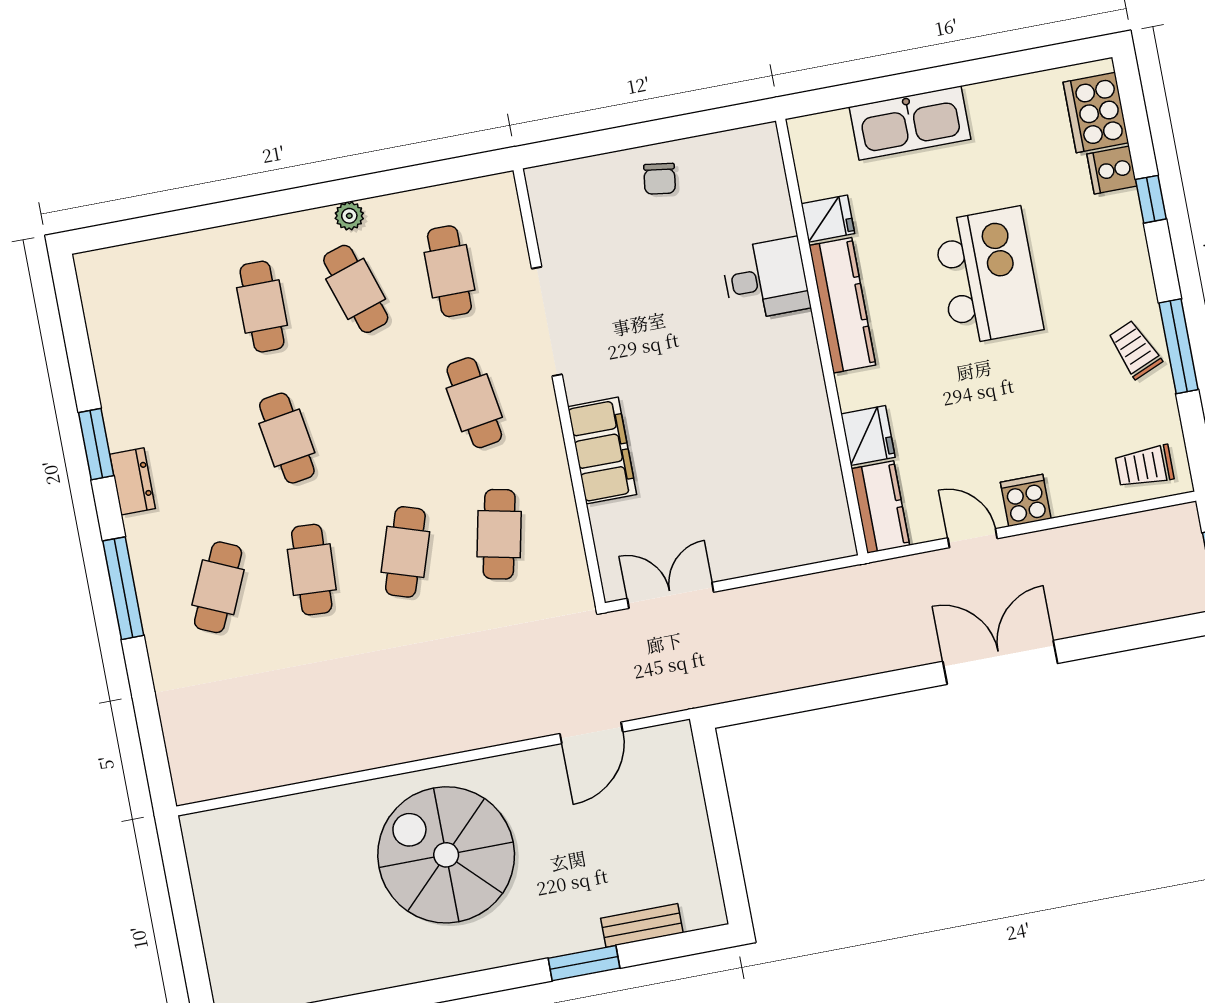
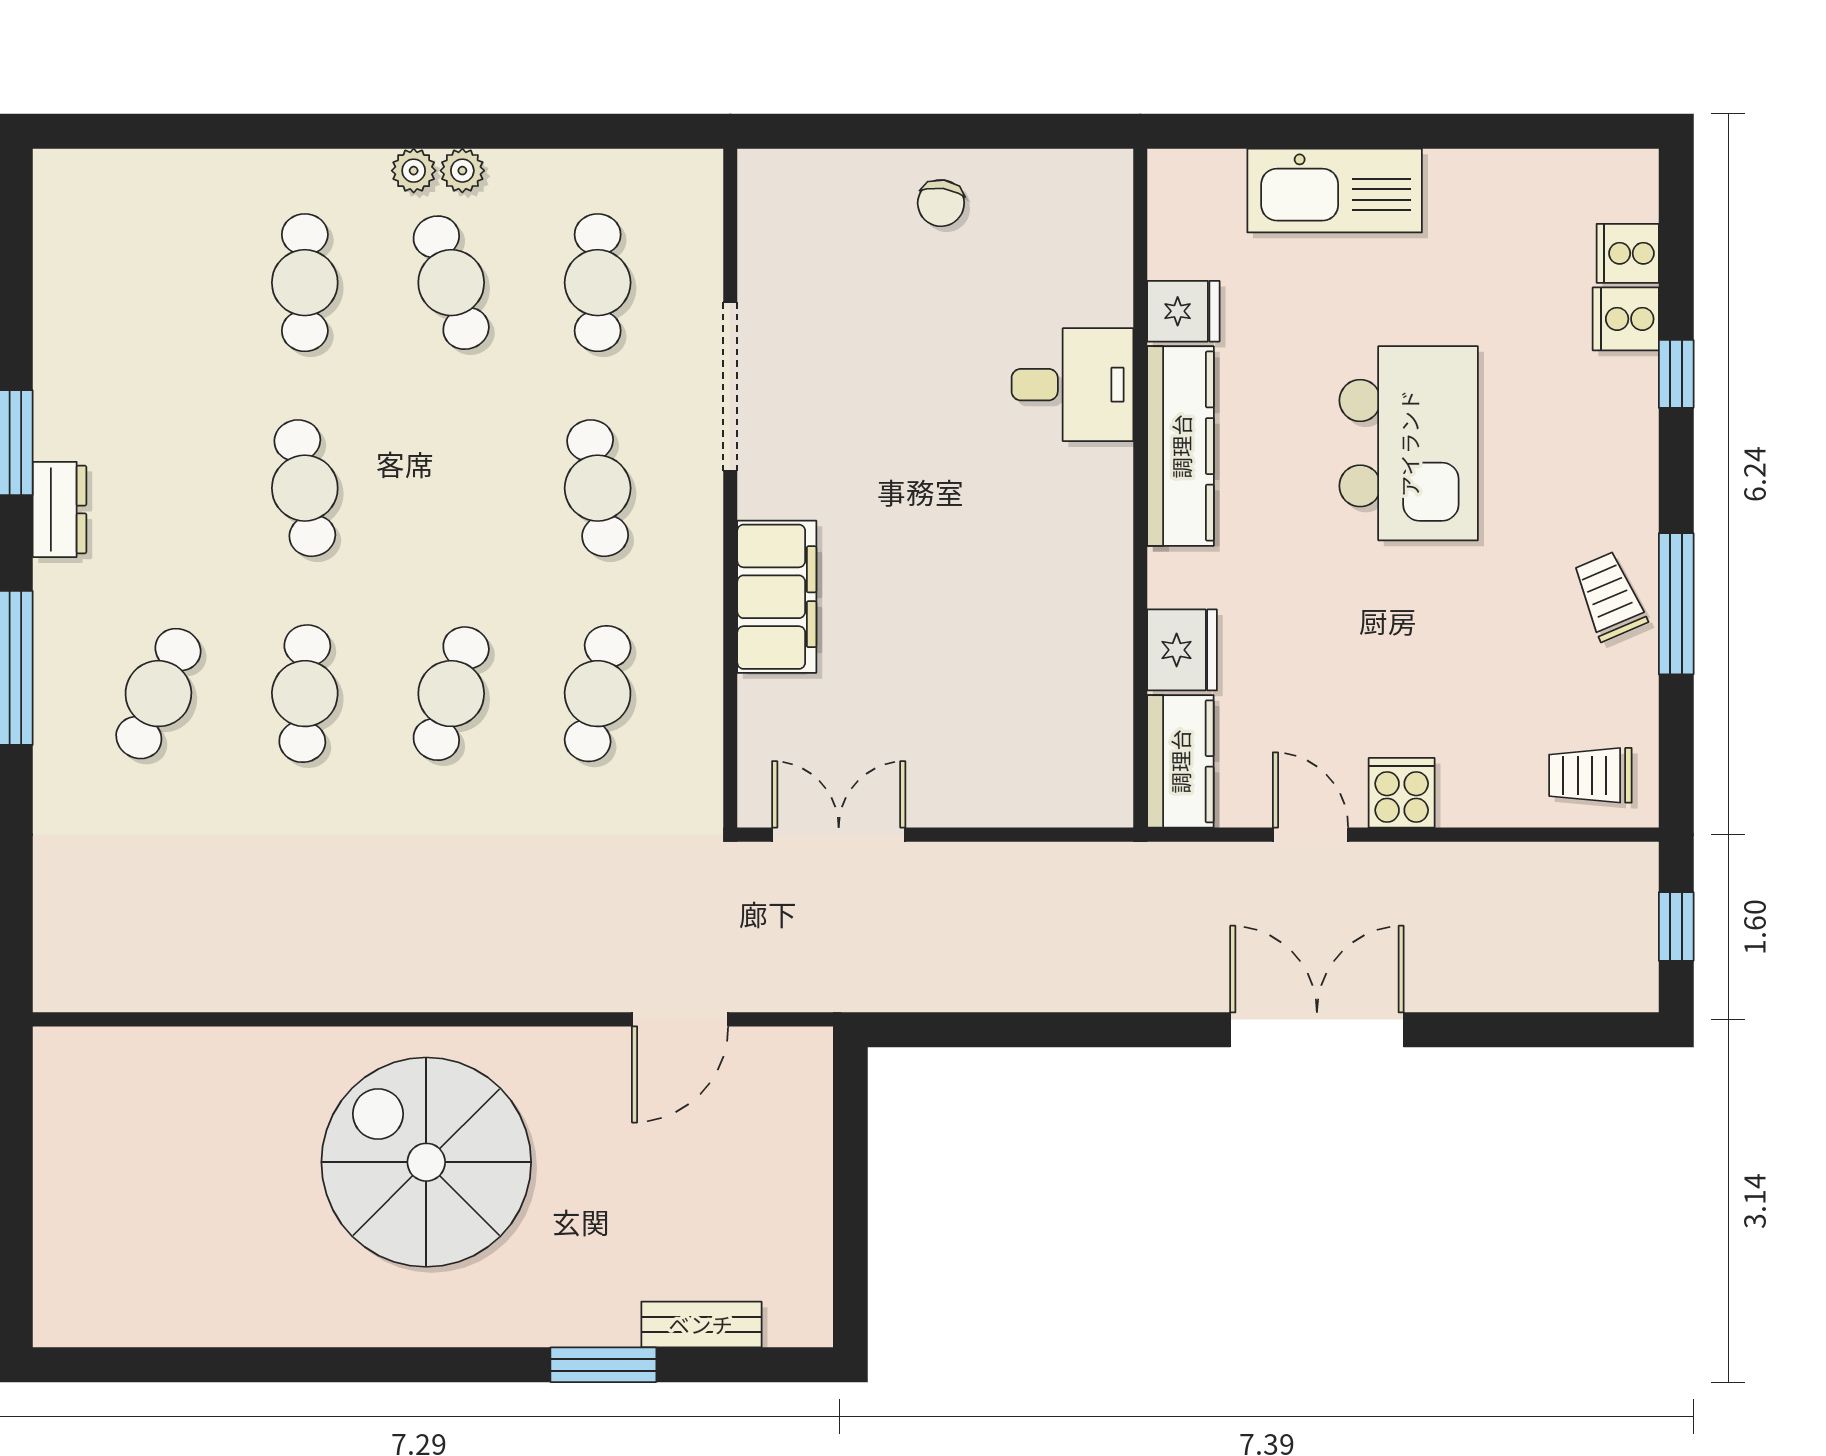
cooker: (1096, 113) -> (1628, 253), width x0.53, depth x0.76
plant: (318, 222) -> (414, 171), added

